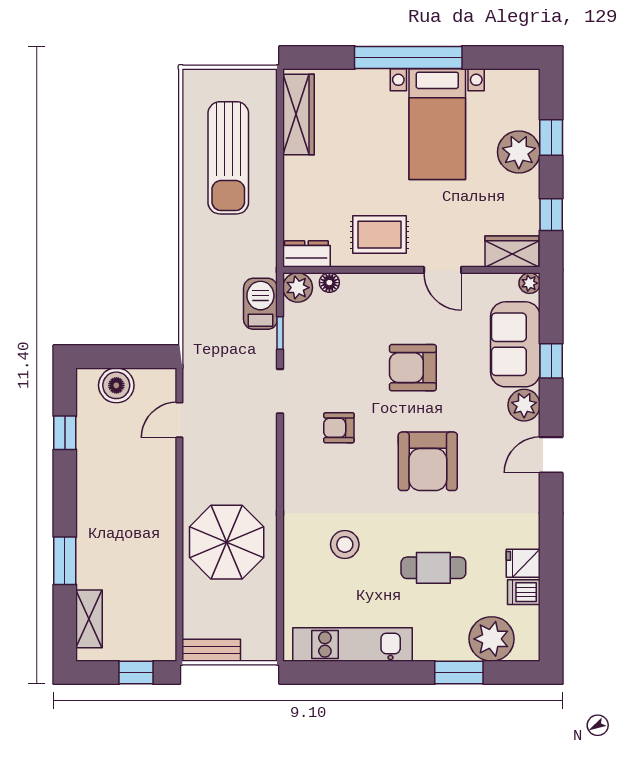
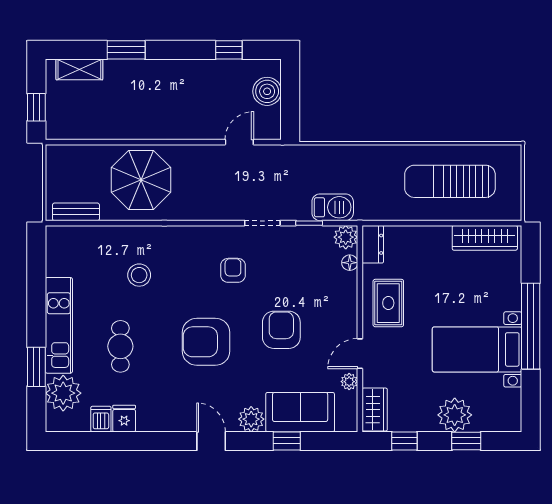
plant: (530, 283) -> (349, 382), moved
door: (179, 420) -> (239, 142), hinge flipped
kitchen unit: (352, 644) -> (59, 325), moved
bench: (211, 650) -> (76, 212), moved, turned 90

